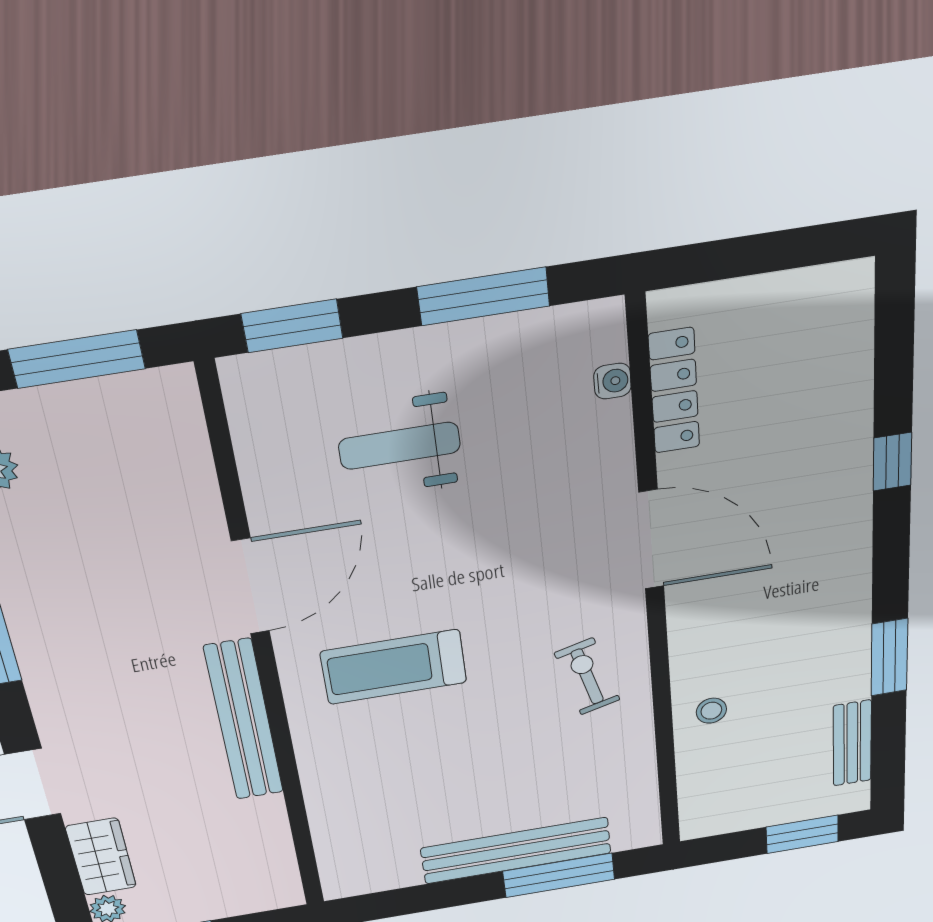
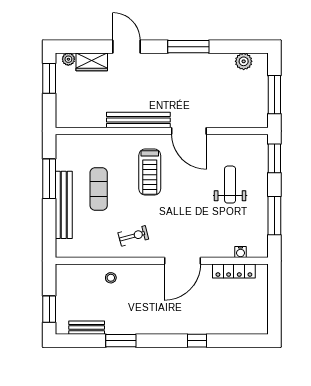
treadmill: (394, 667) -> (150, 172), turned 180
exercise mat: (462, 781) -> (99, 189), added
window: (559, 875) -> (49, 179), moved

